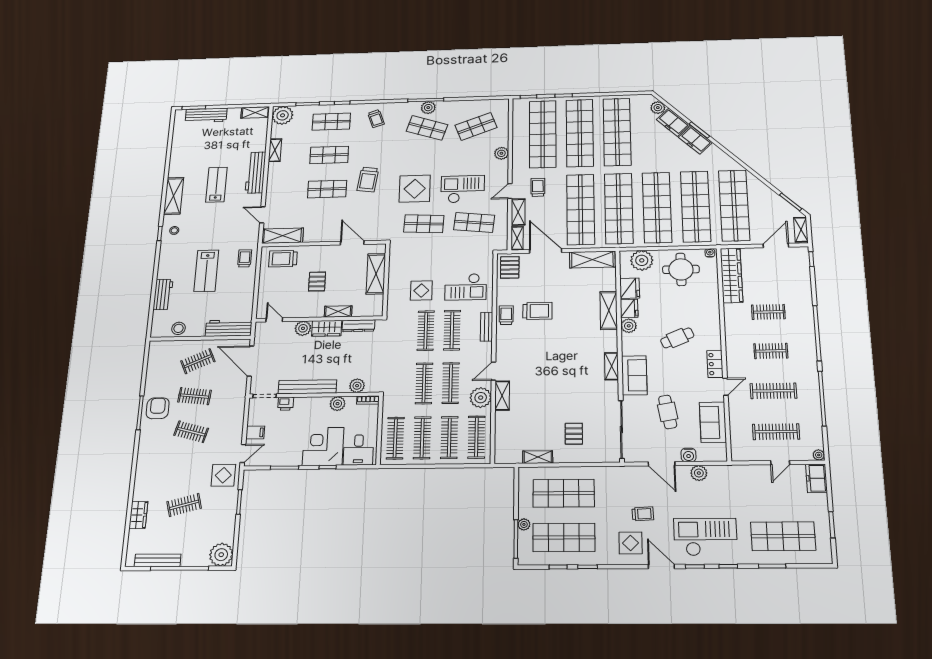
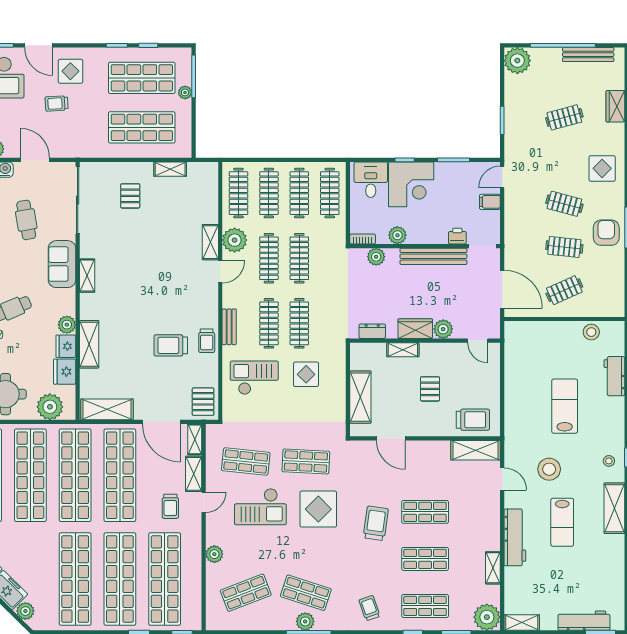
stool: (223, 223) -> (549, 469), added
trolley: (245, 258) -> (519, 421), removed
dresser: (358, 326) -> (372, 331), width x0.70
workbench: (229, 328) -> (531, 331), removed
armchair: (158, 408) -> (606, 233), turned 180
display table: (223, 475) -> (602, 168), moved

